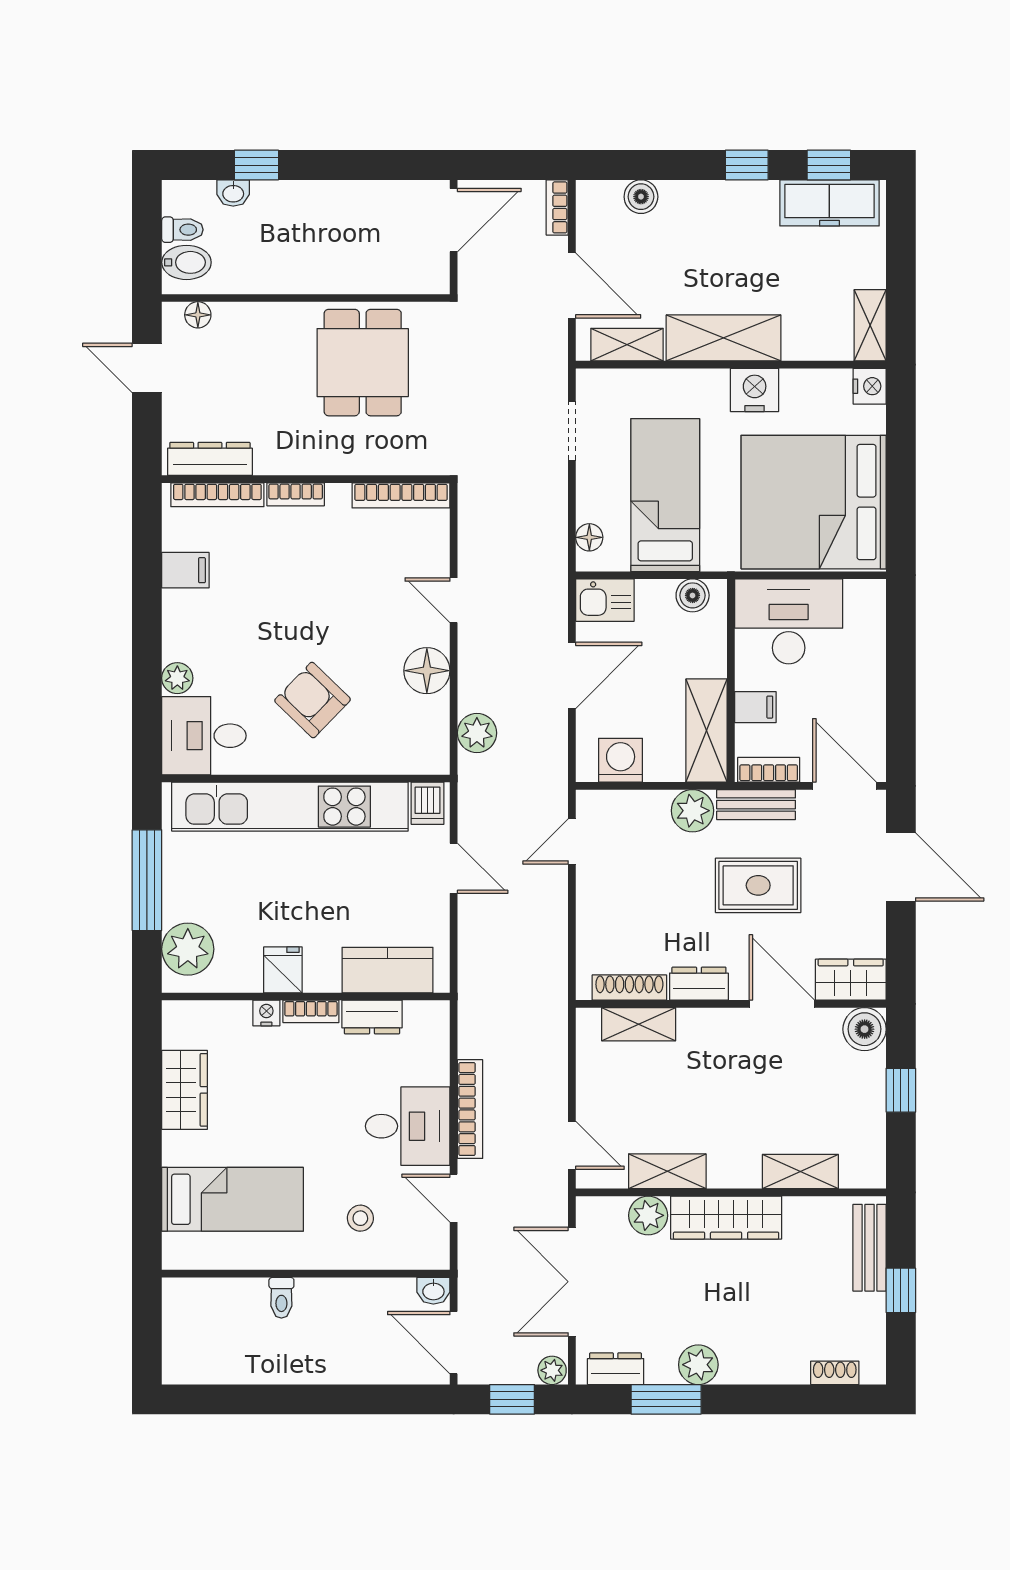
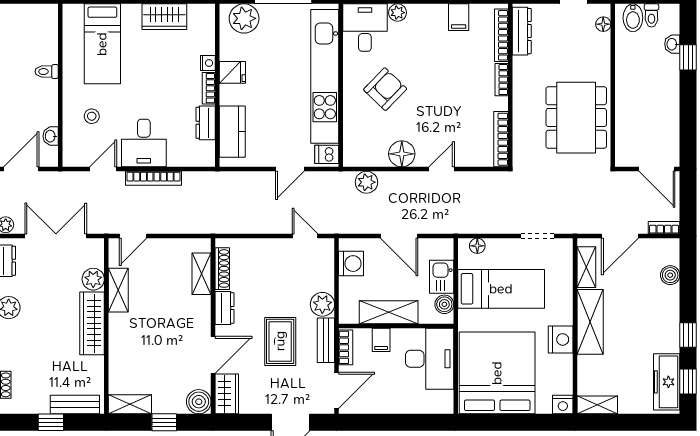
dining table: (363, 363) -> (576, 118), width x1.38
kitchen sink: (605, 600) -> (442, 277), moved
shelving: (707, 731) -> (389, 312), moved
shelving: (800, 1172) -> (130, 404), moved, turned 90
washbasin: (433, 1291) -> (51, 136), moved

